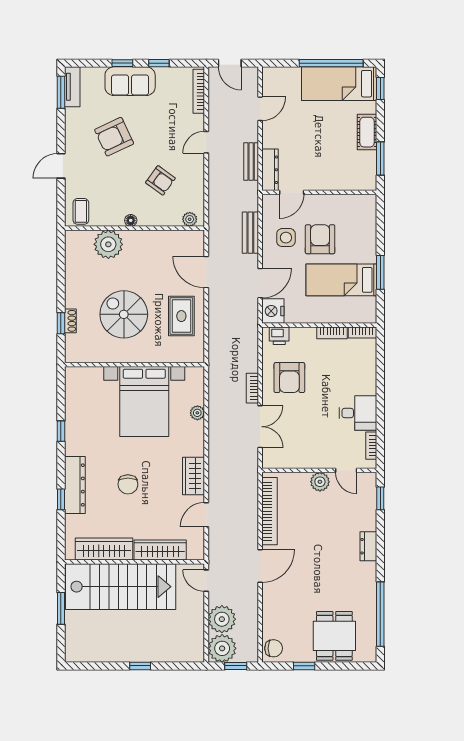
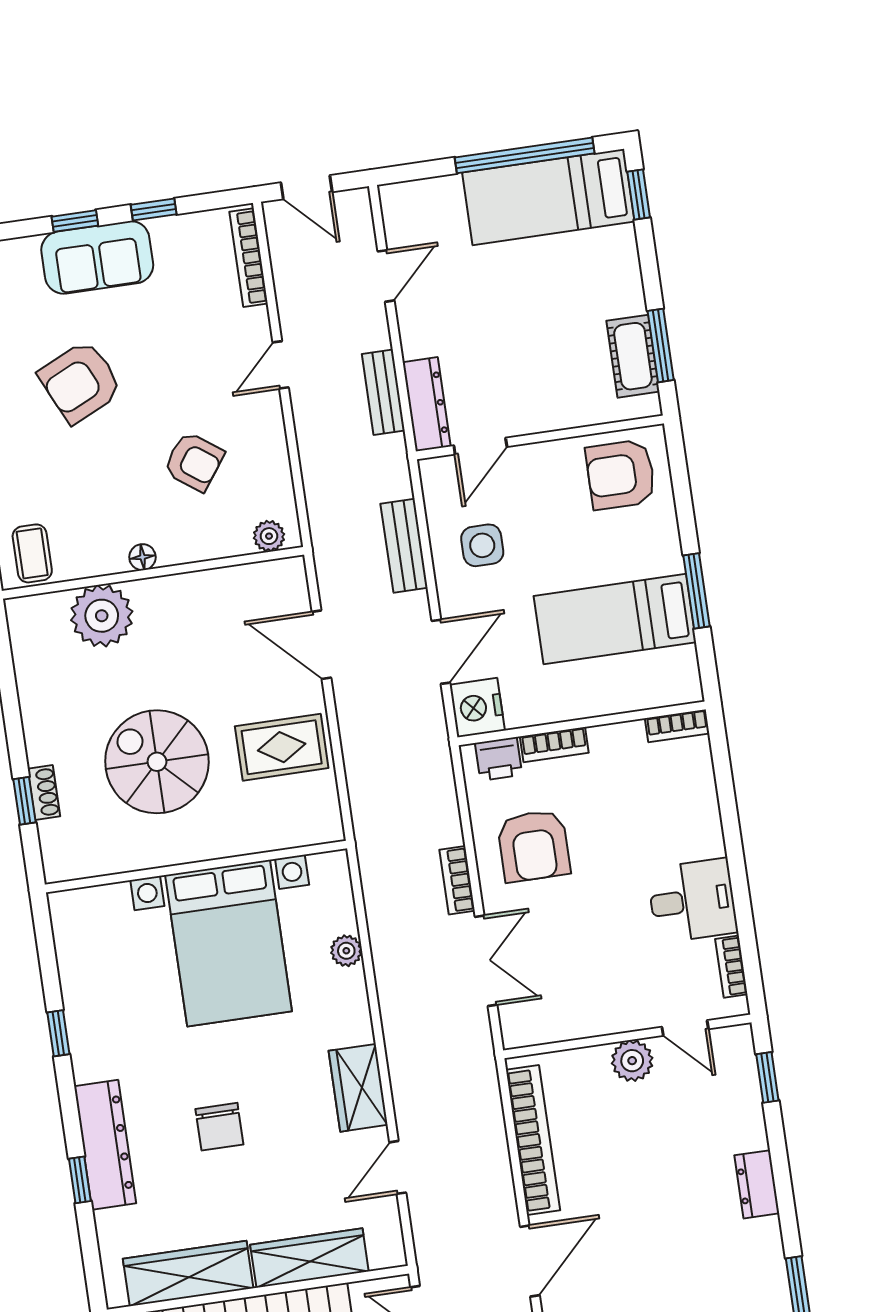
cot: (367, 132) -> (633, 356), moved
armchair: (320, 239) -> (621, 475), moved, turned -90
rug: (181, 316) -> (282, 747), turned 90
bookcase: (332, 333) -> (554, 745), moved

